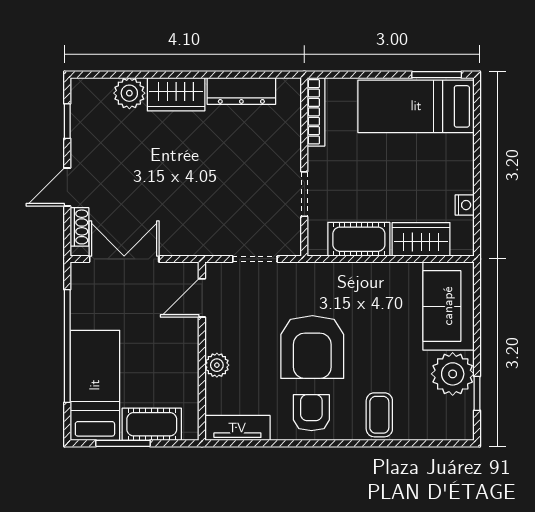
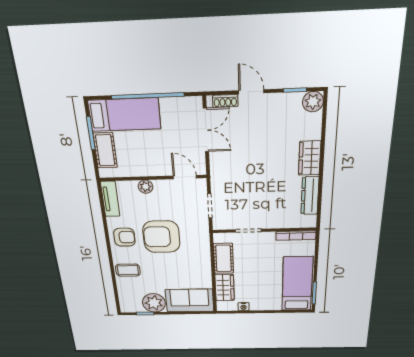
plant: (129, 93) -> (313, 102), moved

